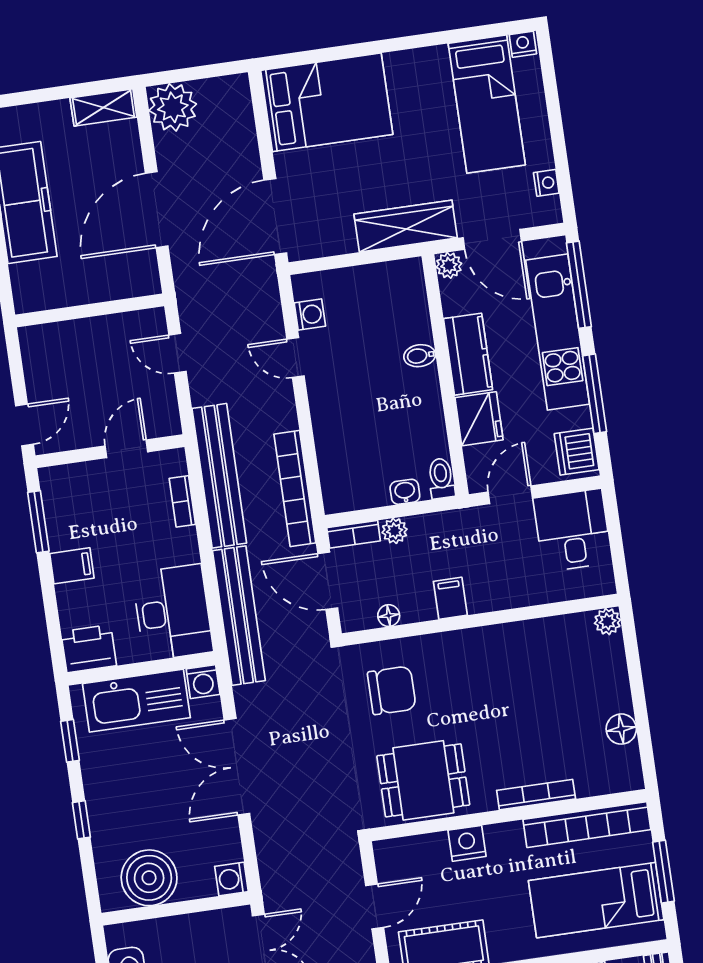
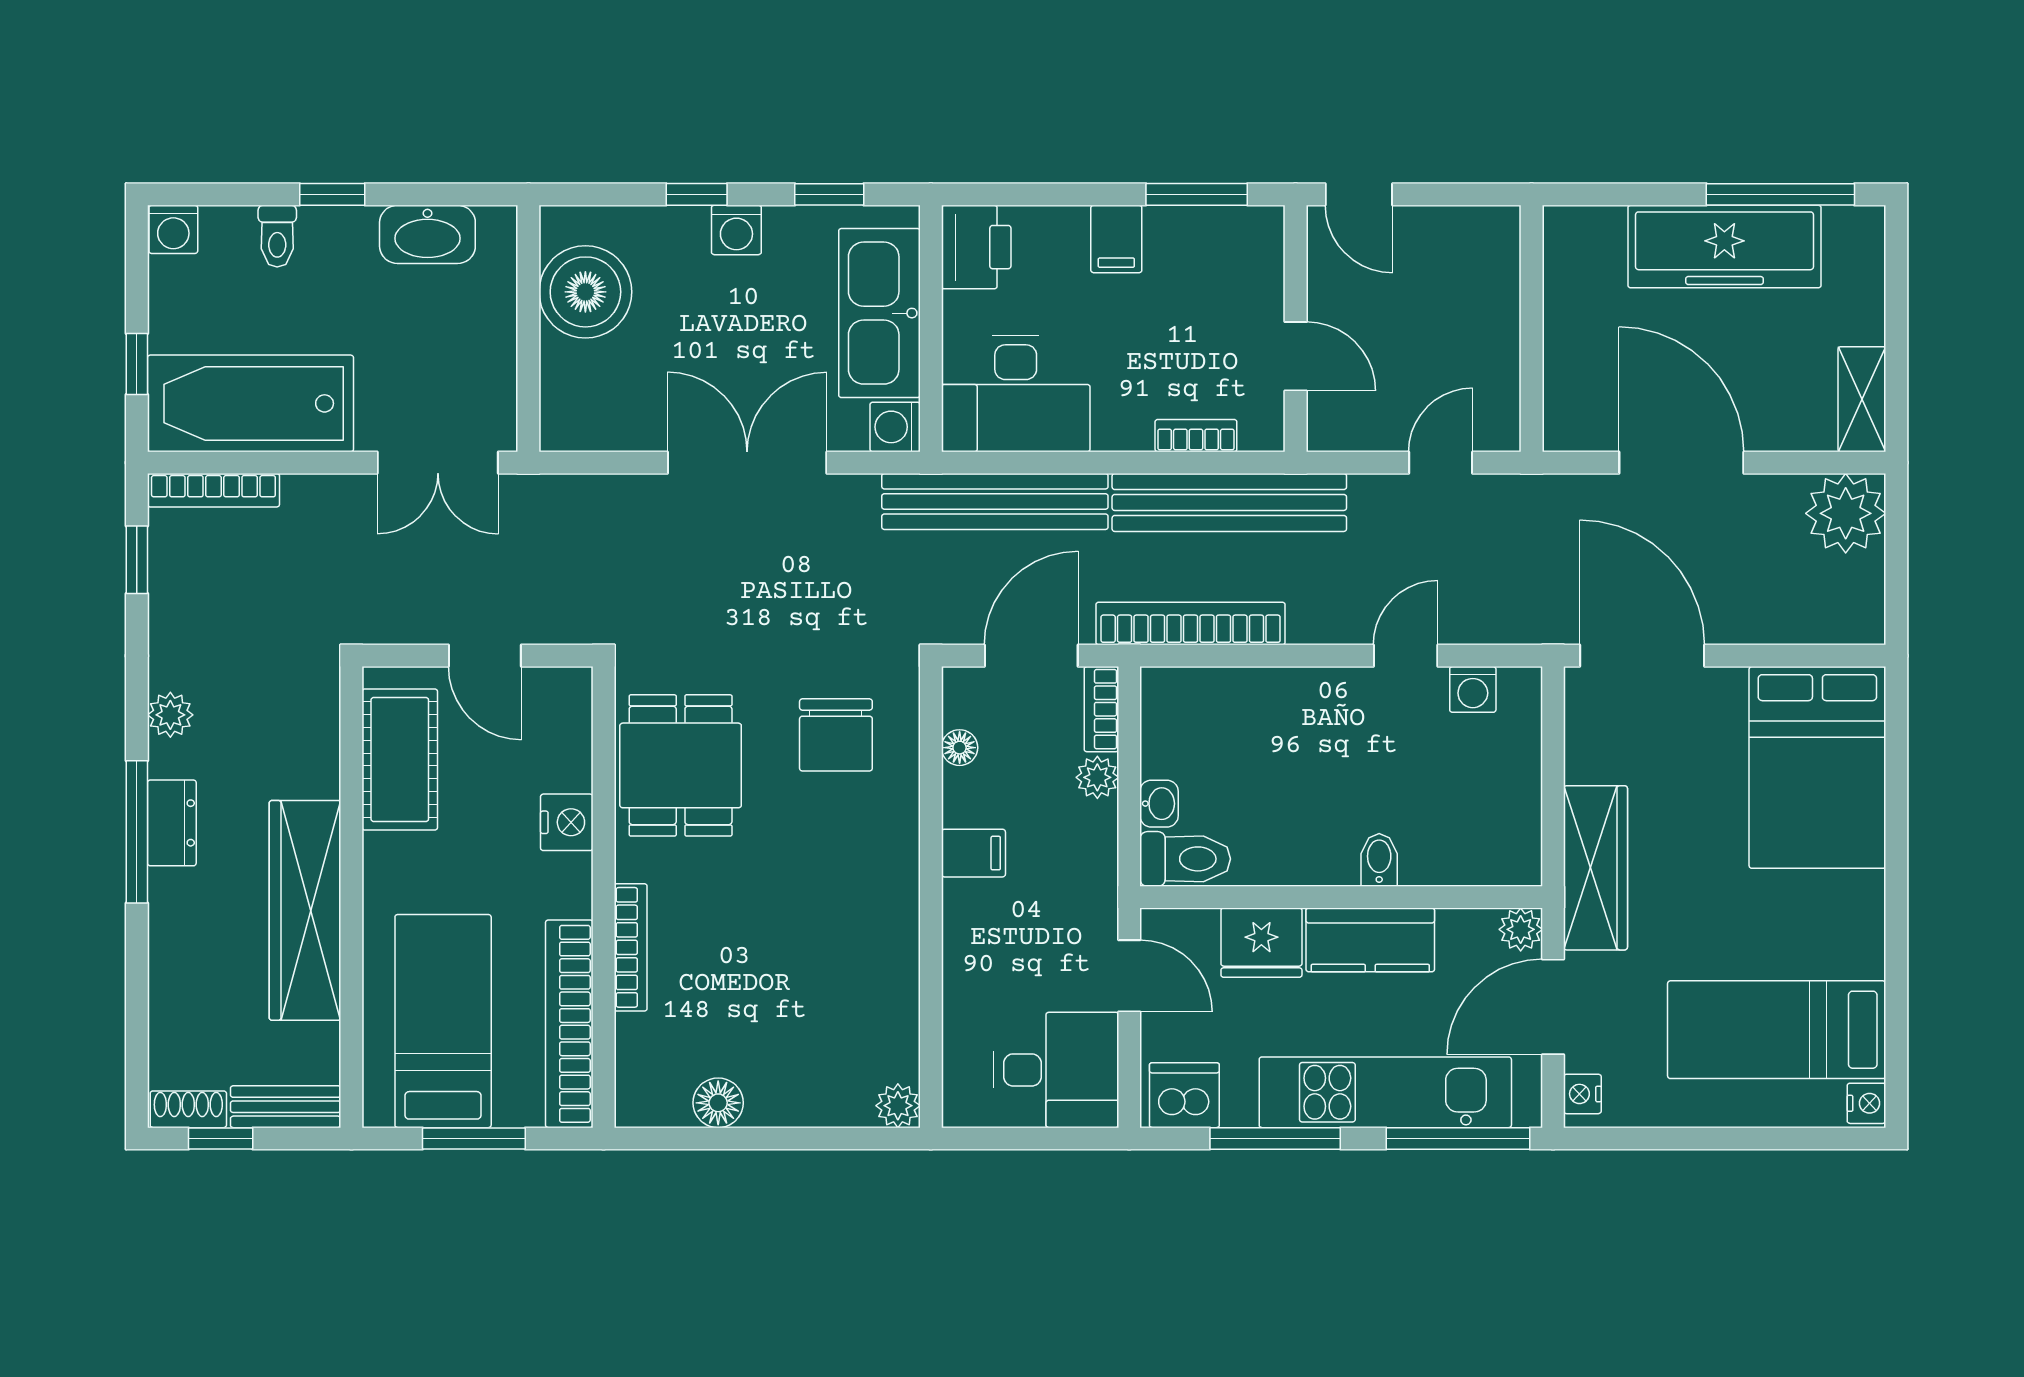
nightstand: (546, 183) -> (1582, 1094), moved, turned 90
toilet: (441, 478) -> (1185, 859), width x1.37, depth x1.39
washing machine: (232, 879) -> (736, 230), moved, turned 180

